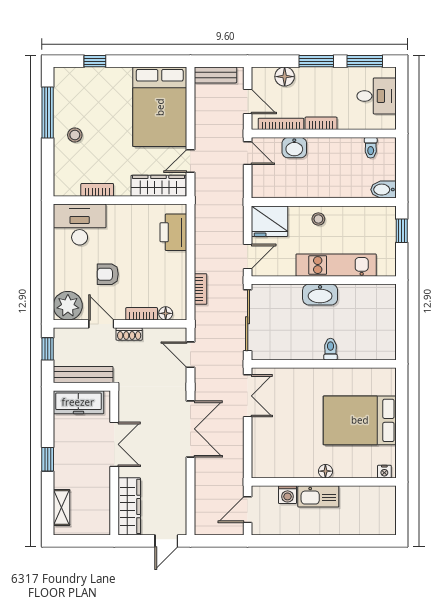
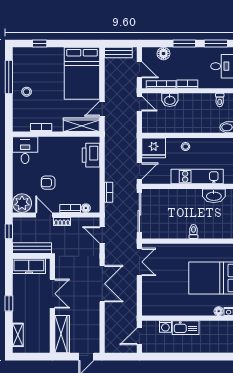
desk: (80, 225) -> (25, 150), width x0.73
washbasin: (320, 295) -> (214, 196), moved
floor lamp: (325, 471) -> (219, 311), moved

